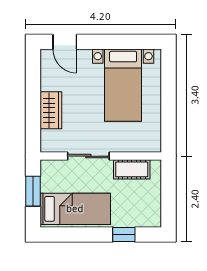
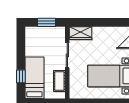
wardrobe: (51, 110) -> (81, 33), moved
bed: (75, 209) -> (34, 78), moved, turned 180

